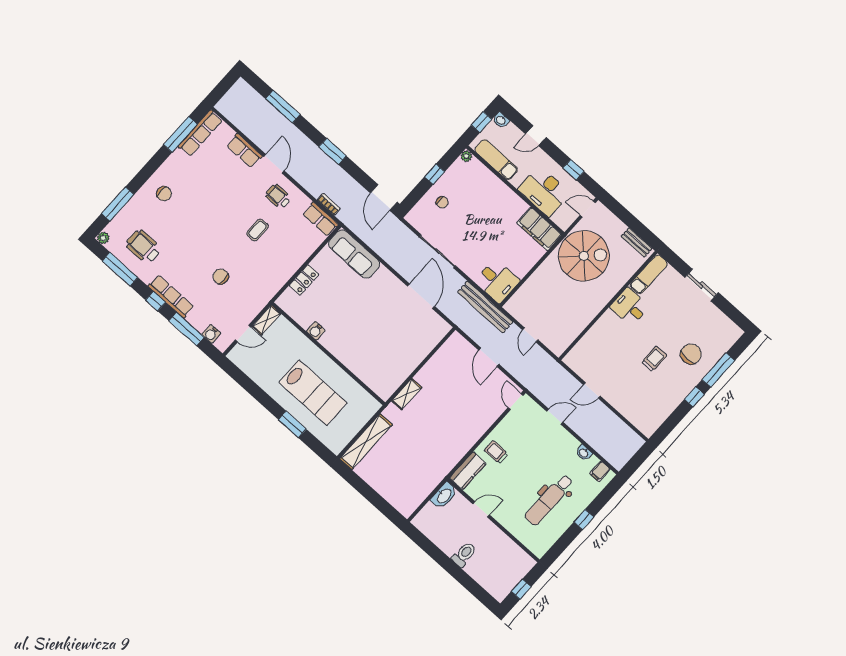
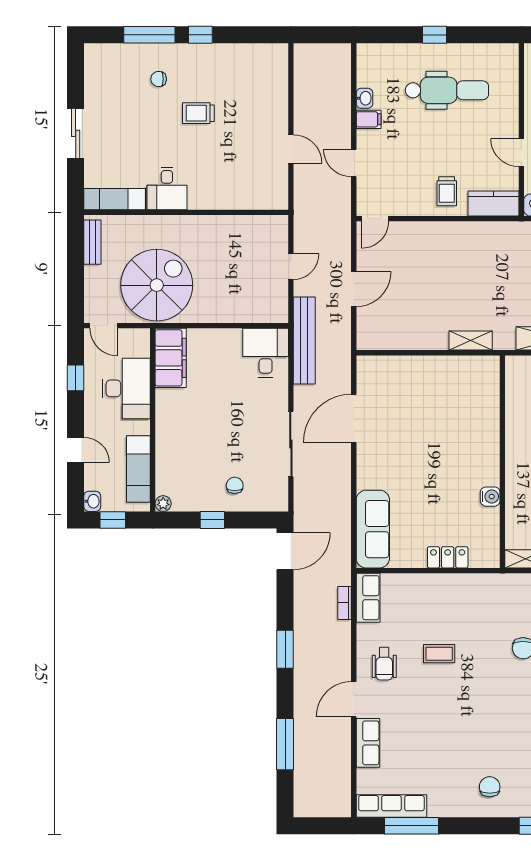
spiral stairs: (584, 256) -> (157, 285), turned 90
chair: (691, 354) -> (159, 79), width x0.54, depth x0.54
filing cabinet: (600, 471) -> (369, 119), moved

